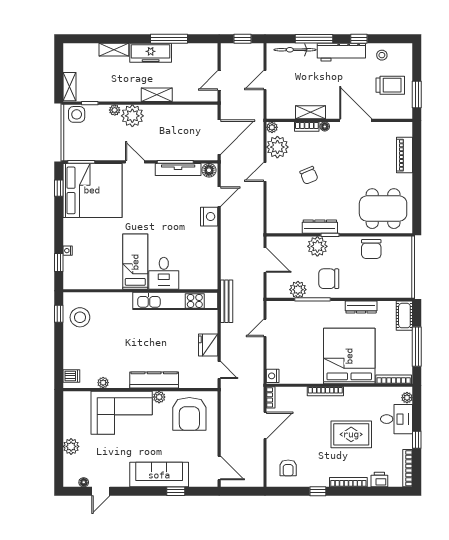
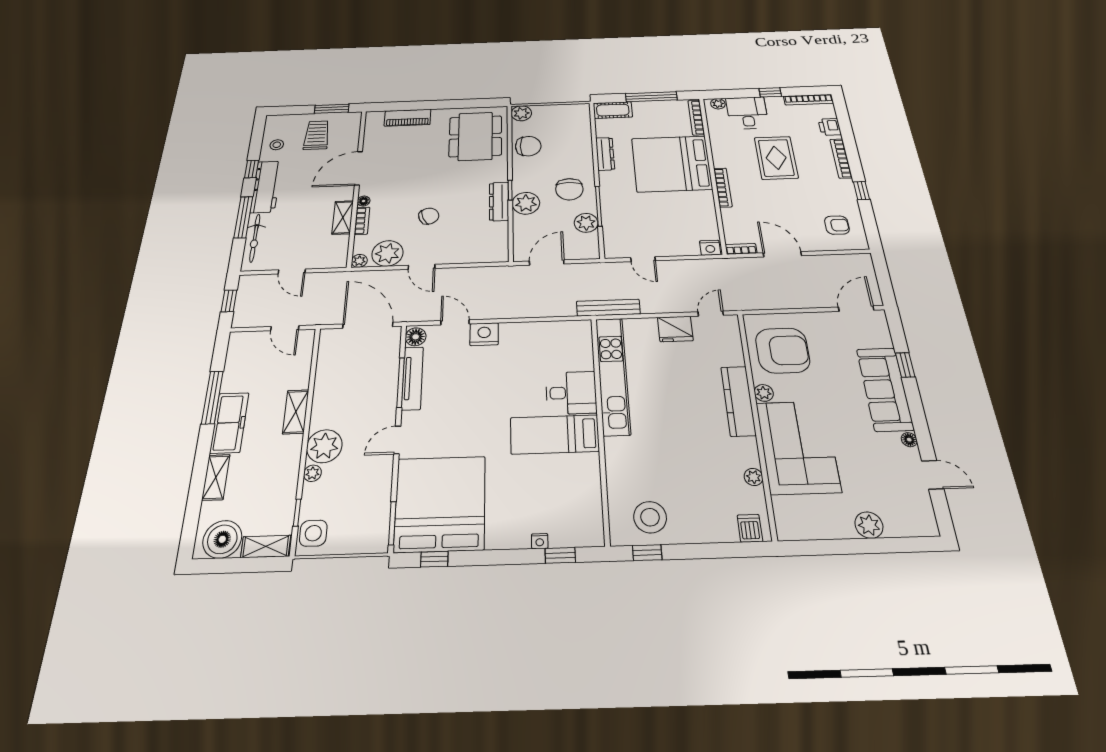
boiler: (75, 60) -> (222, 539), added
plant: (405, 244) -> (521, 113), added
floor lamp: (84, 482) -> (909, 440), moved

